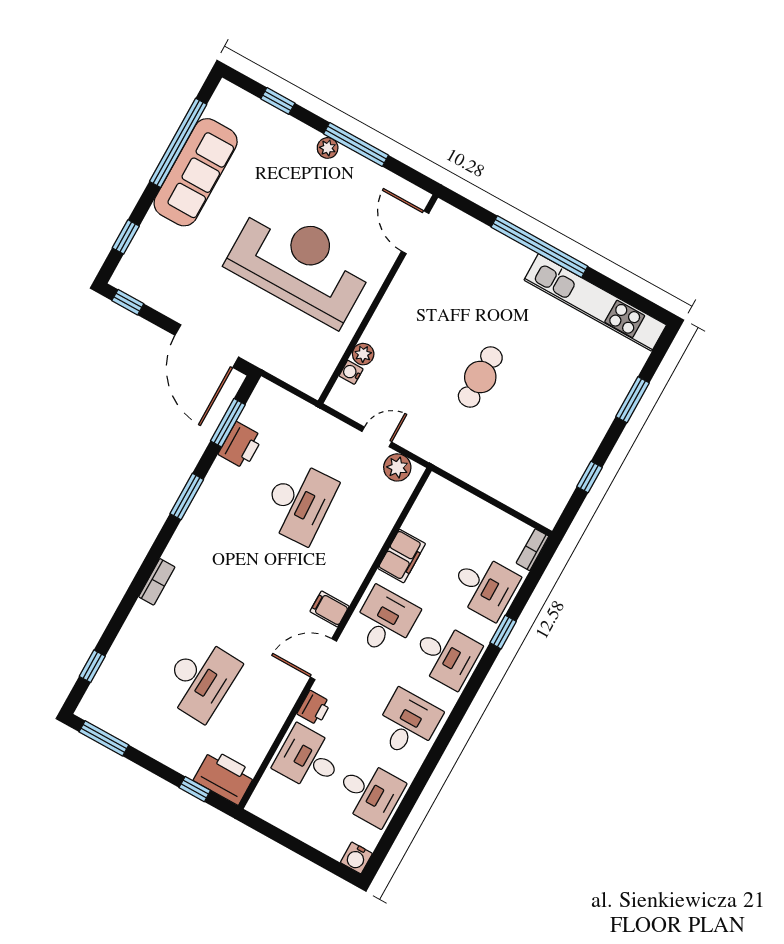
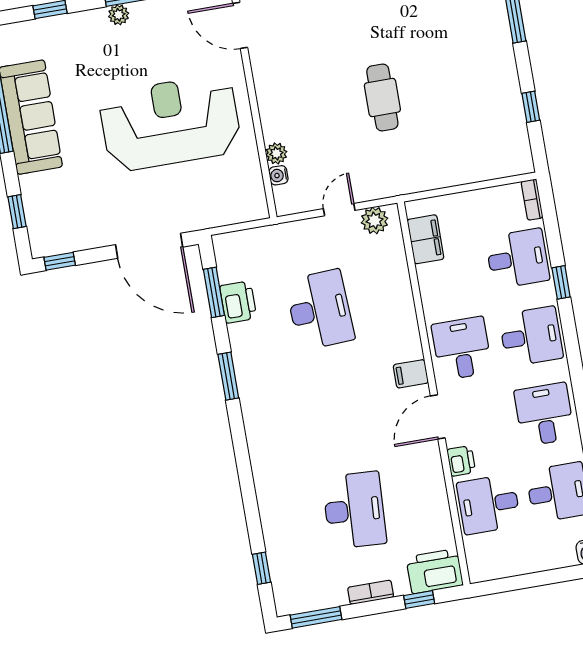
filing cabinet: (402, 556) -> (426, 239), moved
bookcase: (157, 582) -> (371, 592), moved, turned -90

